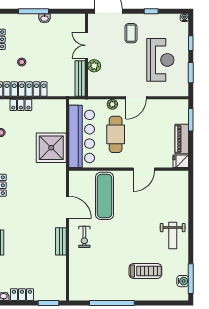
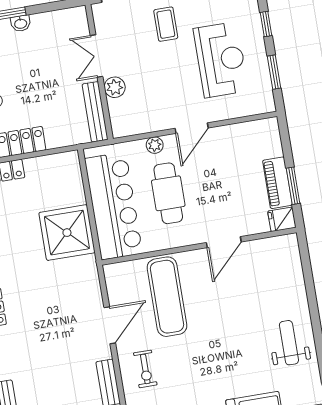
window: (191, 120) -> (293, 186), moved
door: (67, 207) -> (110, 325), hinge flipped
weight bench: (173, 236) -> (289, 343), turned 180

